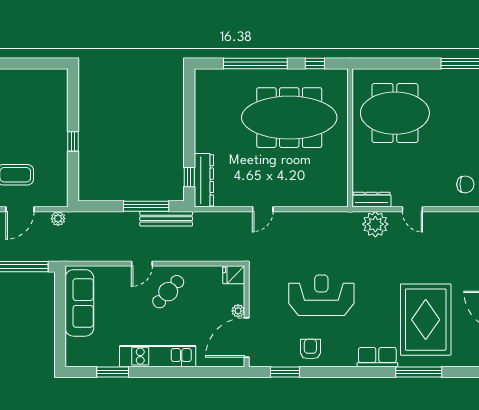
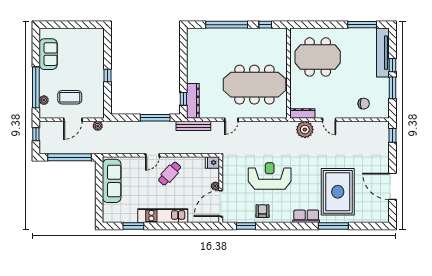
meeting table: (289, 118) -> (254, 85), moved
bench: (166, 219) -> (193, 126), moved

